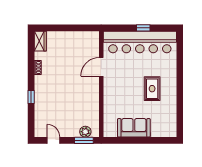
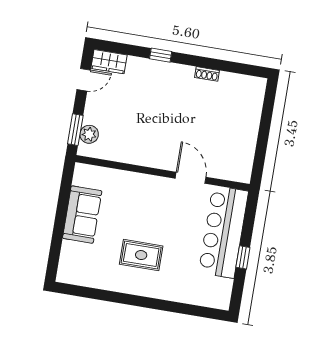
wardrobe: (40, 41) -> (109, 62), moved
bar counter: (140, 42) -> (223, 232), width x0.73

